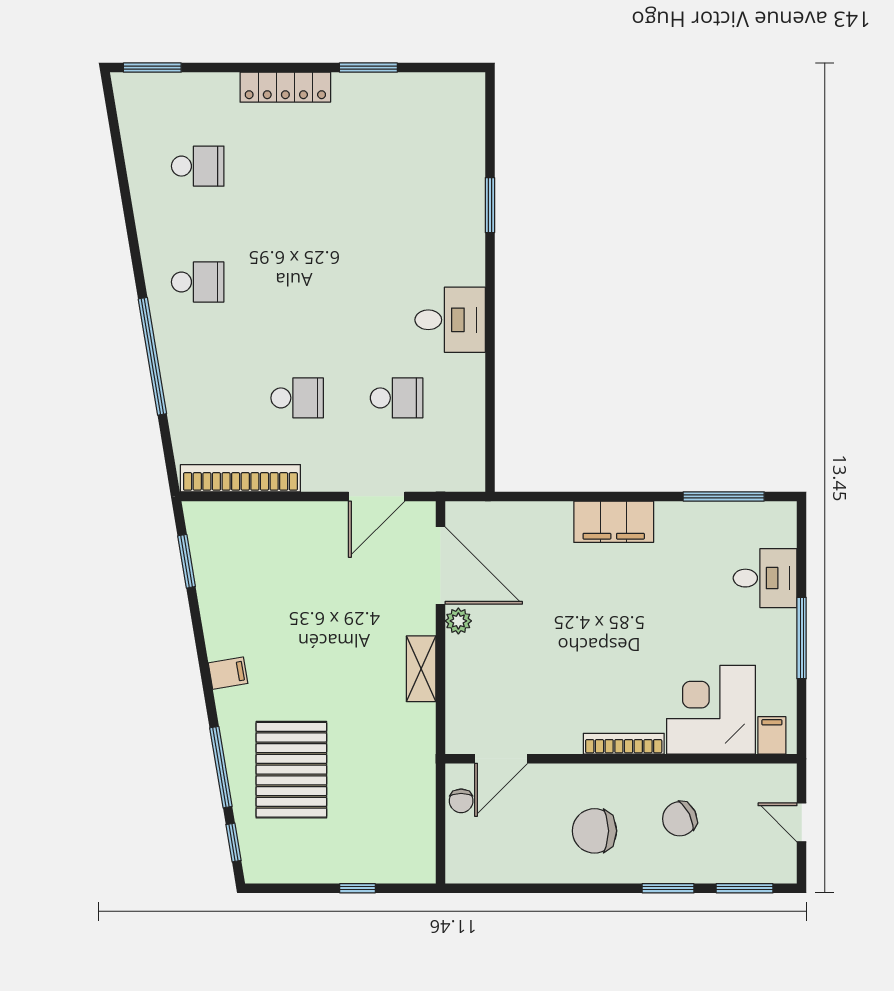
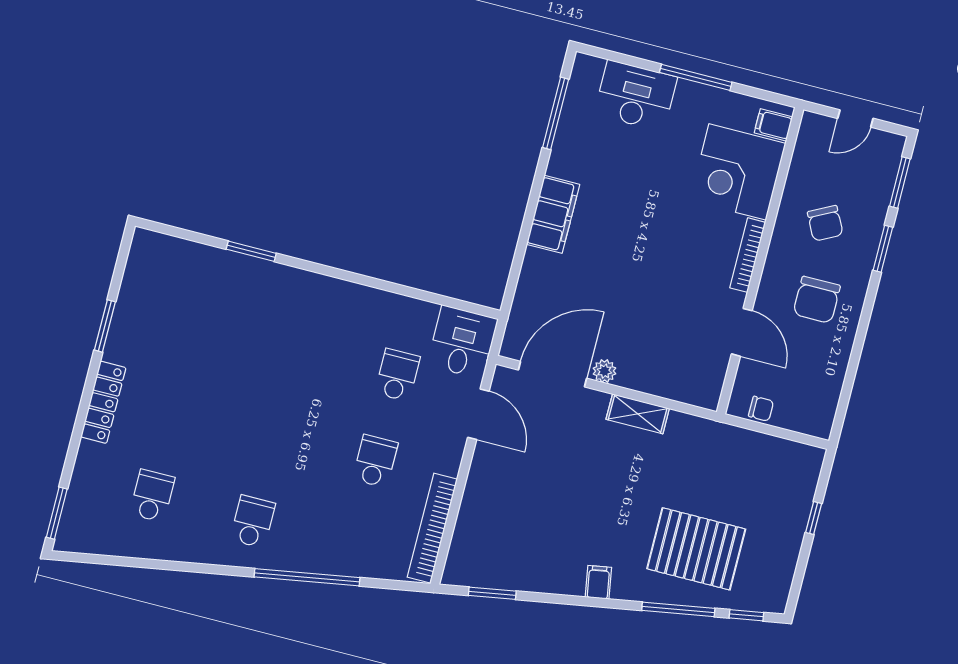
desk: (450, 320) -> (462, 342), moved
desk: (765, 578) -> (636, 96), width x1.37
door: (501, 759) -> (742, 332), moved

